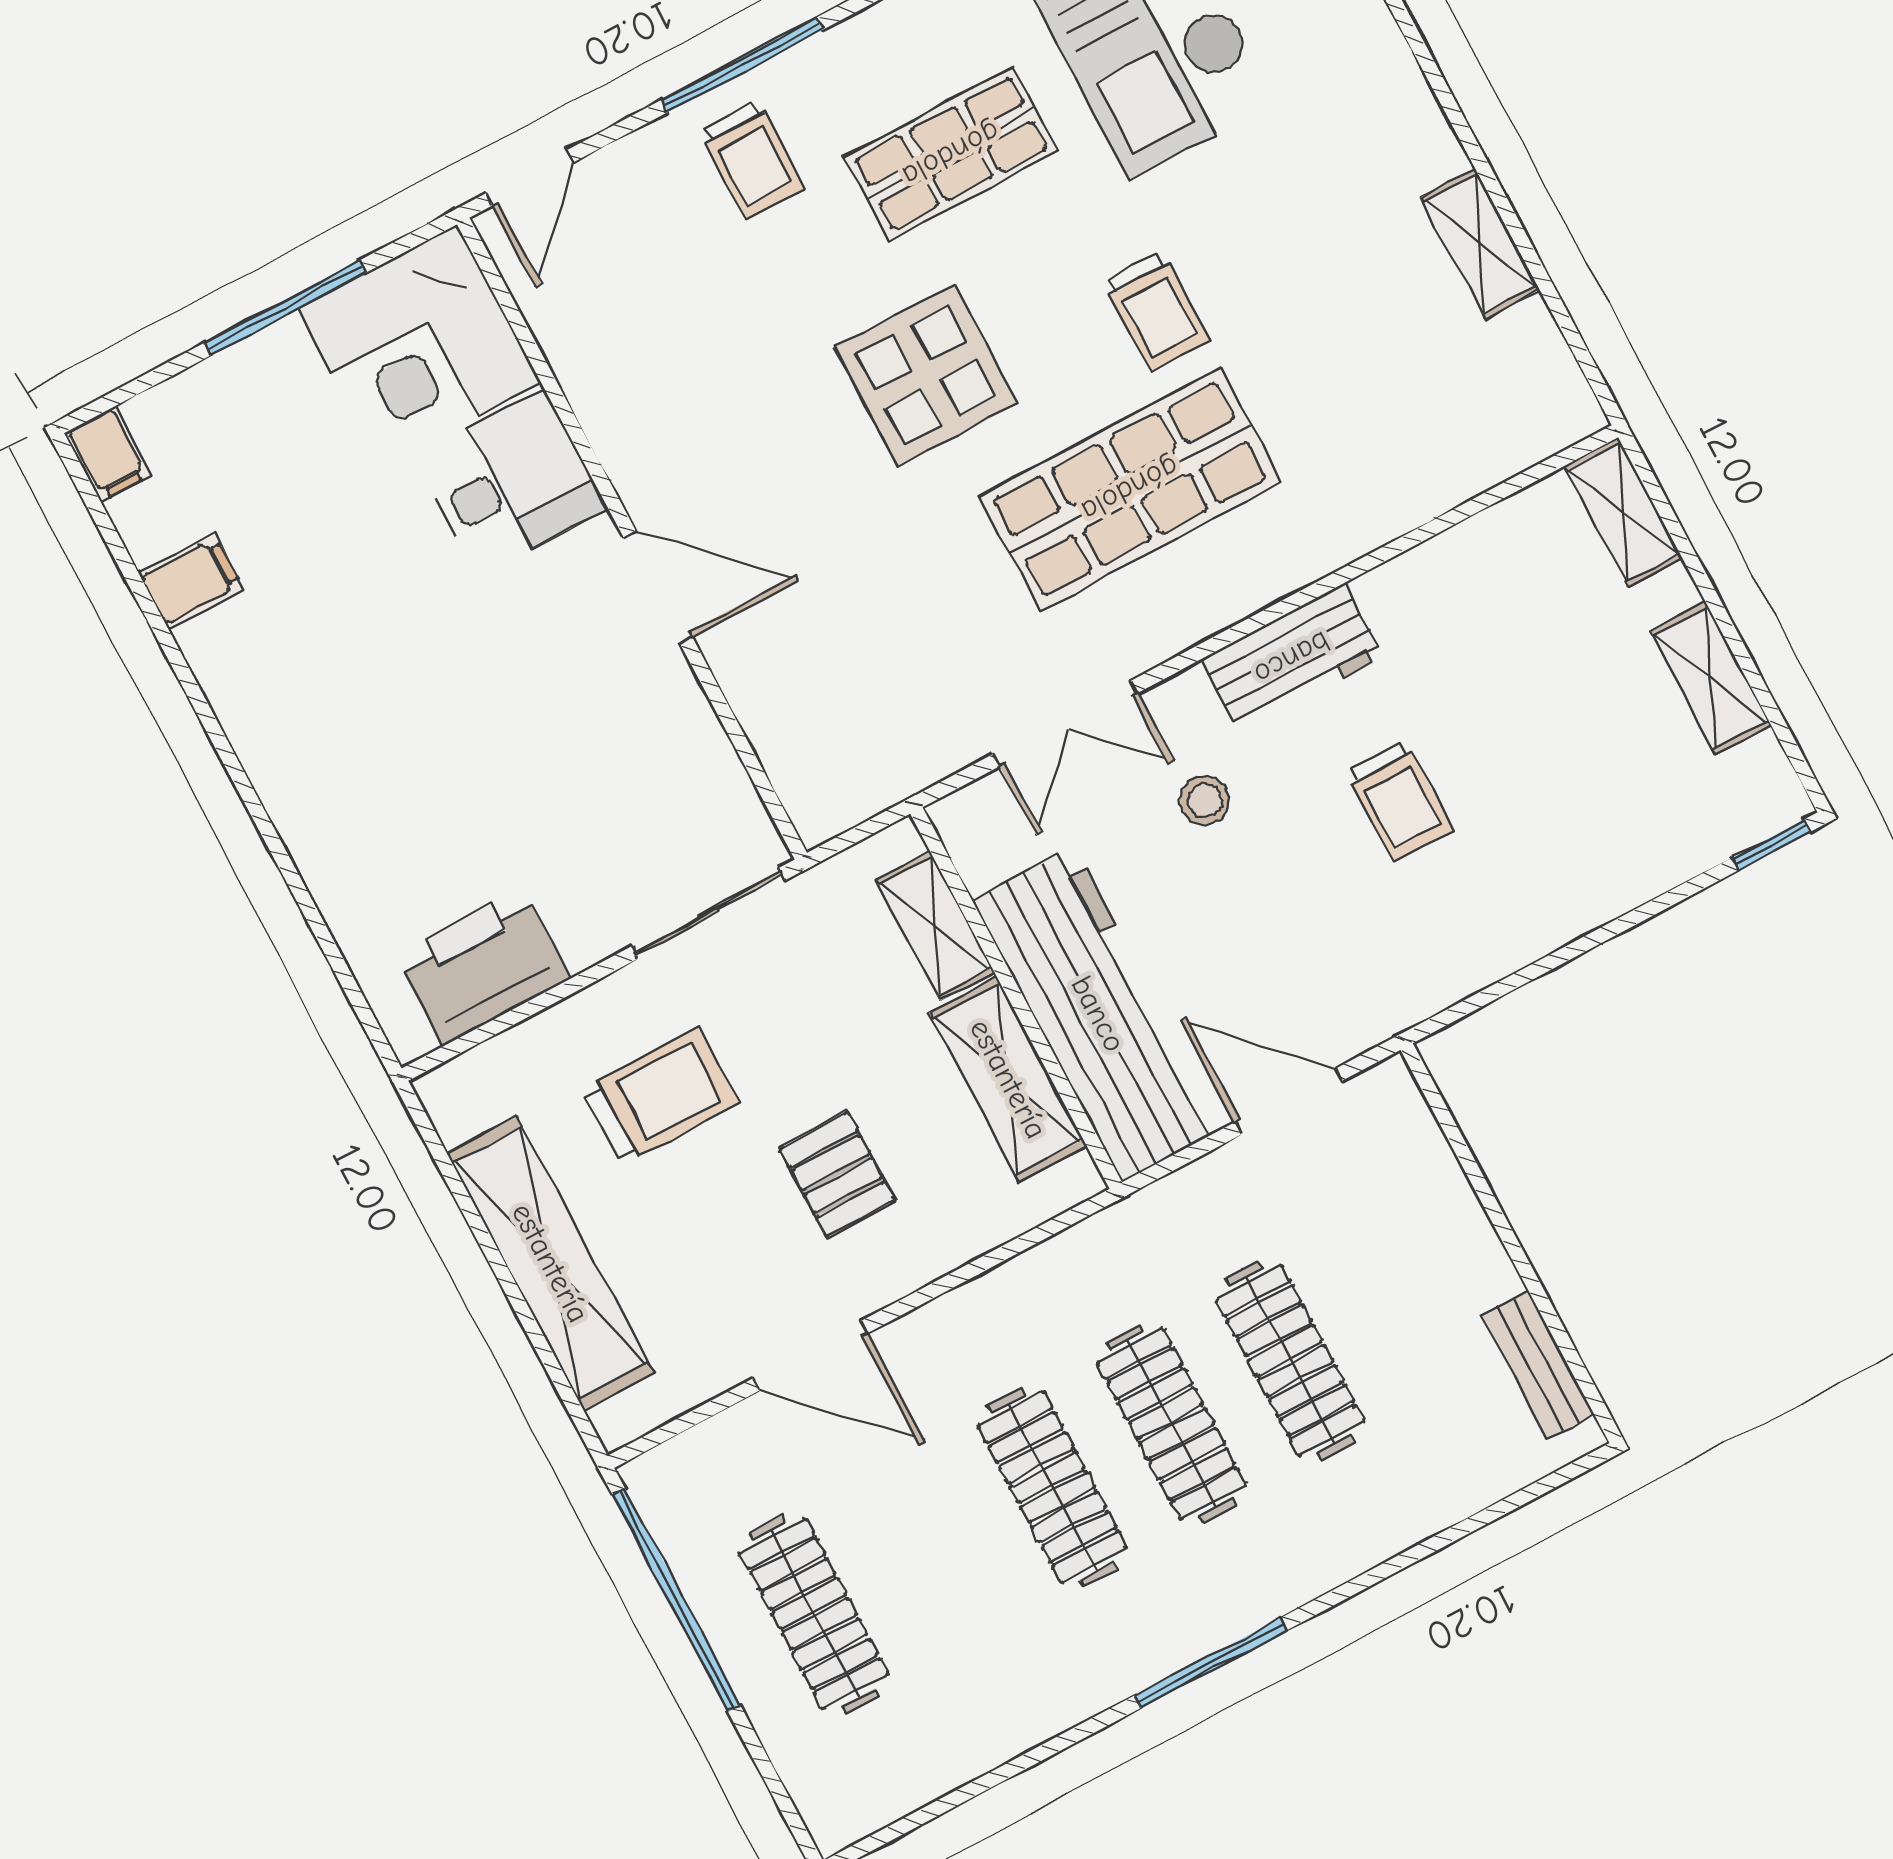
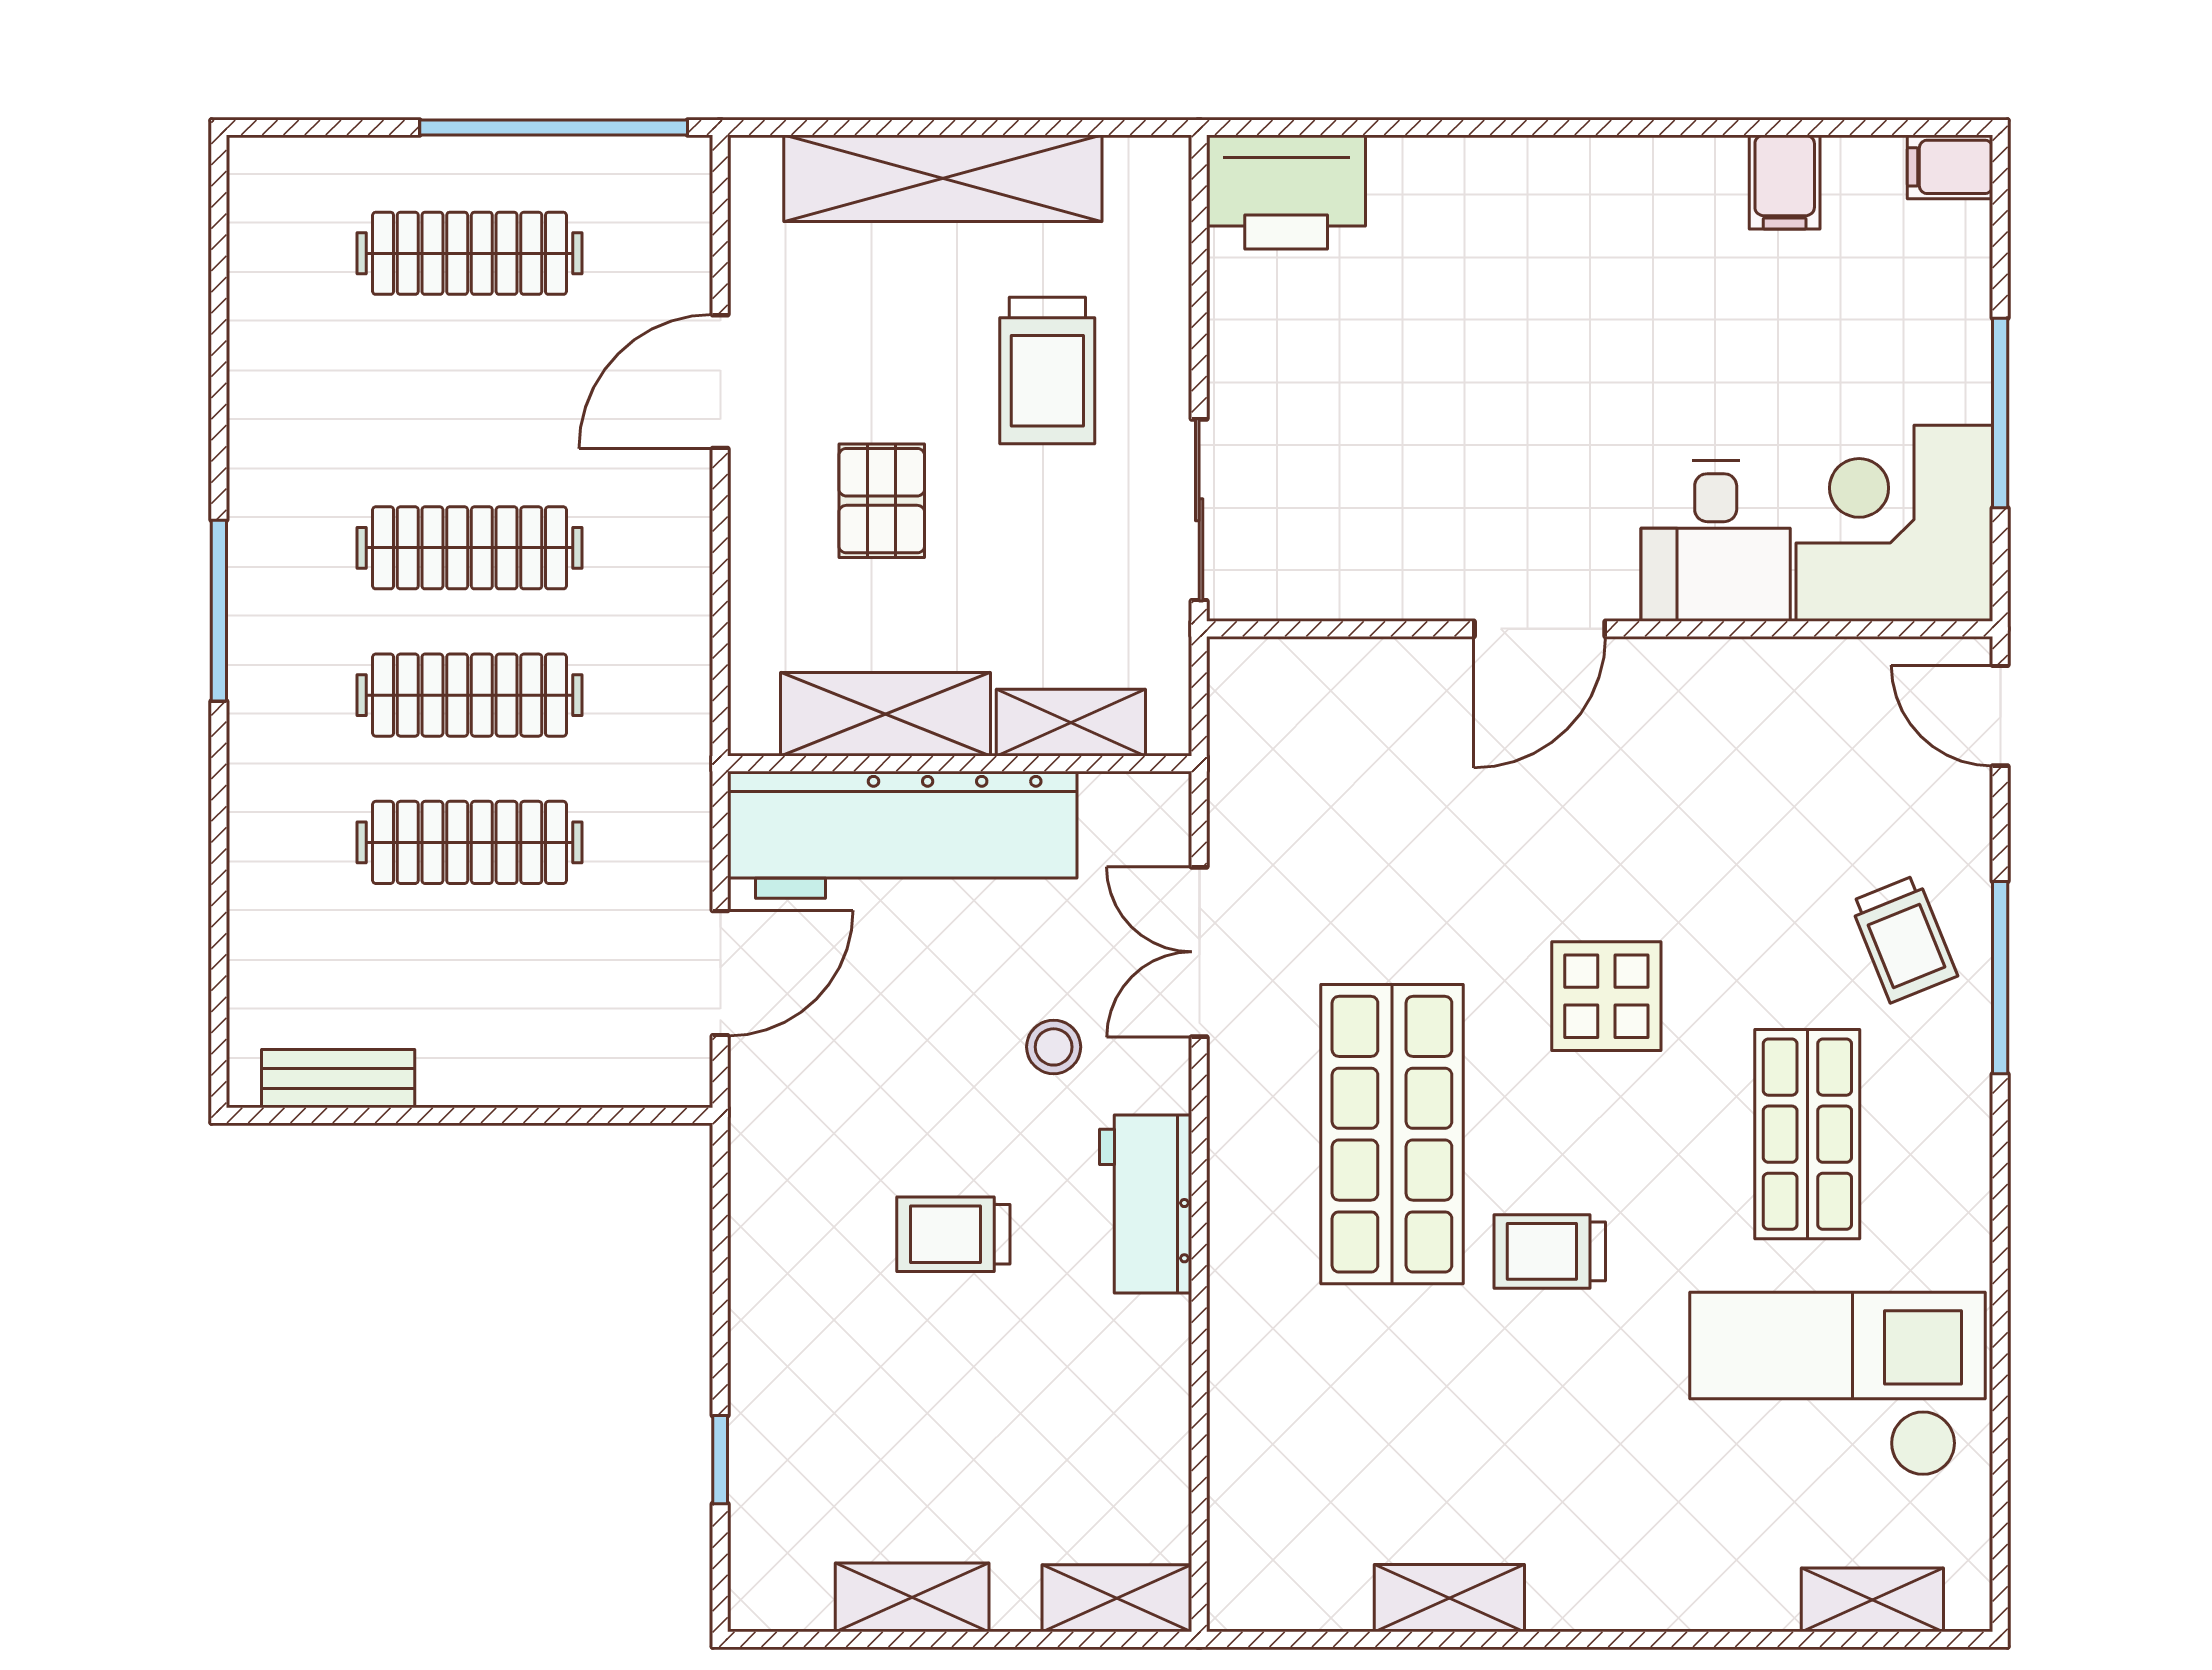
trolley: (752, 160) -> (1904, 939), turned -112
display table: (926, 375) -> (1606, 996), width x0.73, depth x0.73
window: (1771, 845) -> (720, 1460), moved
printer: (482, 966) -> (1286, 192), moved, turned 90
pallet: (837, 1174) -> (882, 501), turned 90

